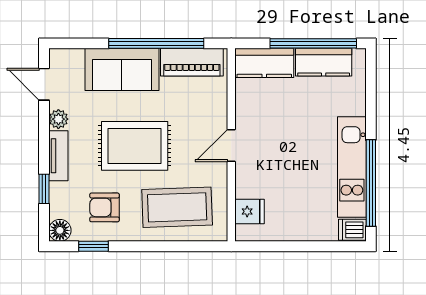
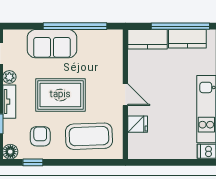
piano: (192, 62) -> (99, 39), removed
door: (231, 145) -> (125, 95), swing flipped
armchair: (104, 207) -> (40, 136), turned 90
fridge: (249, 211) -> (138, 124), moved

